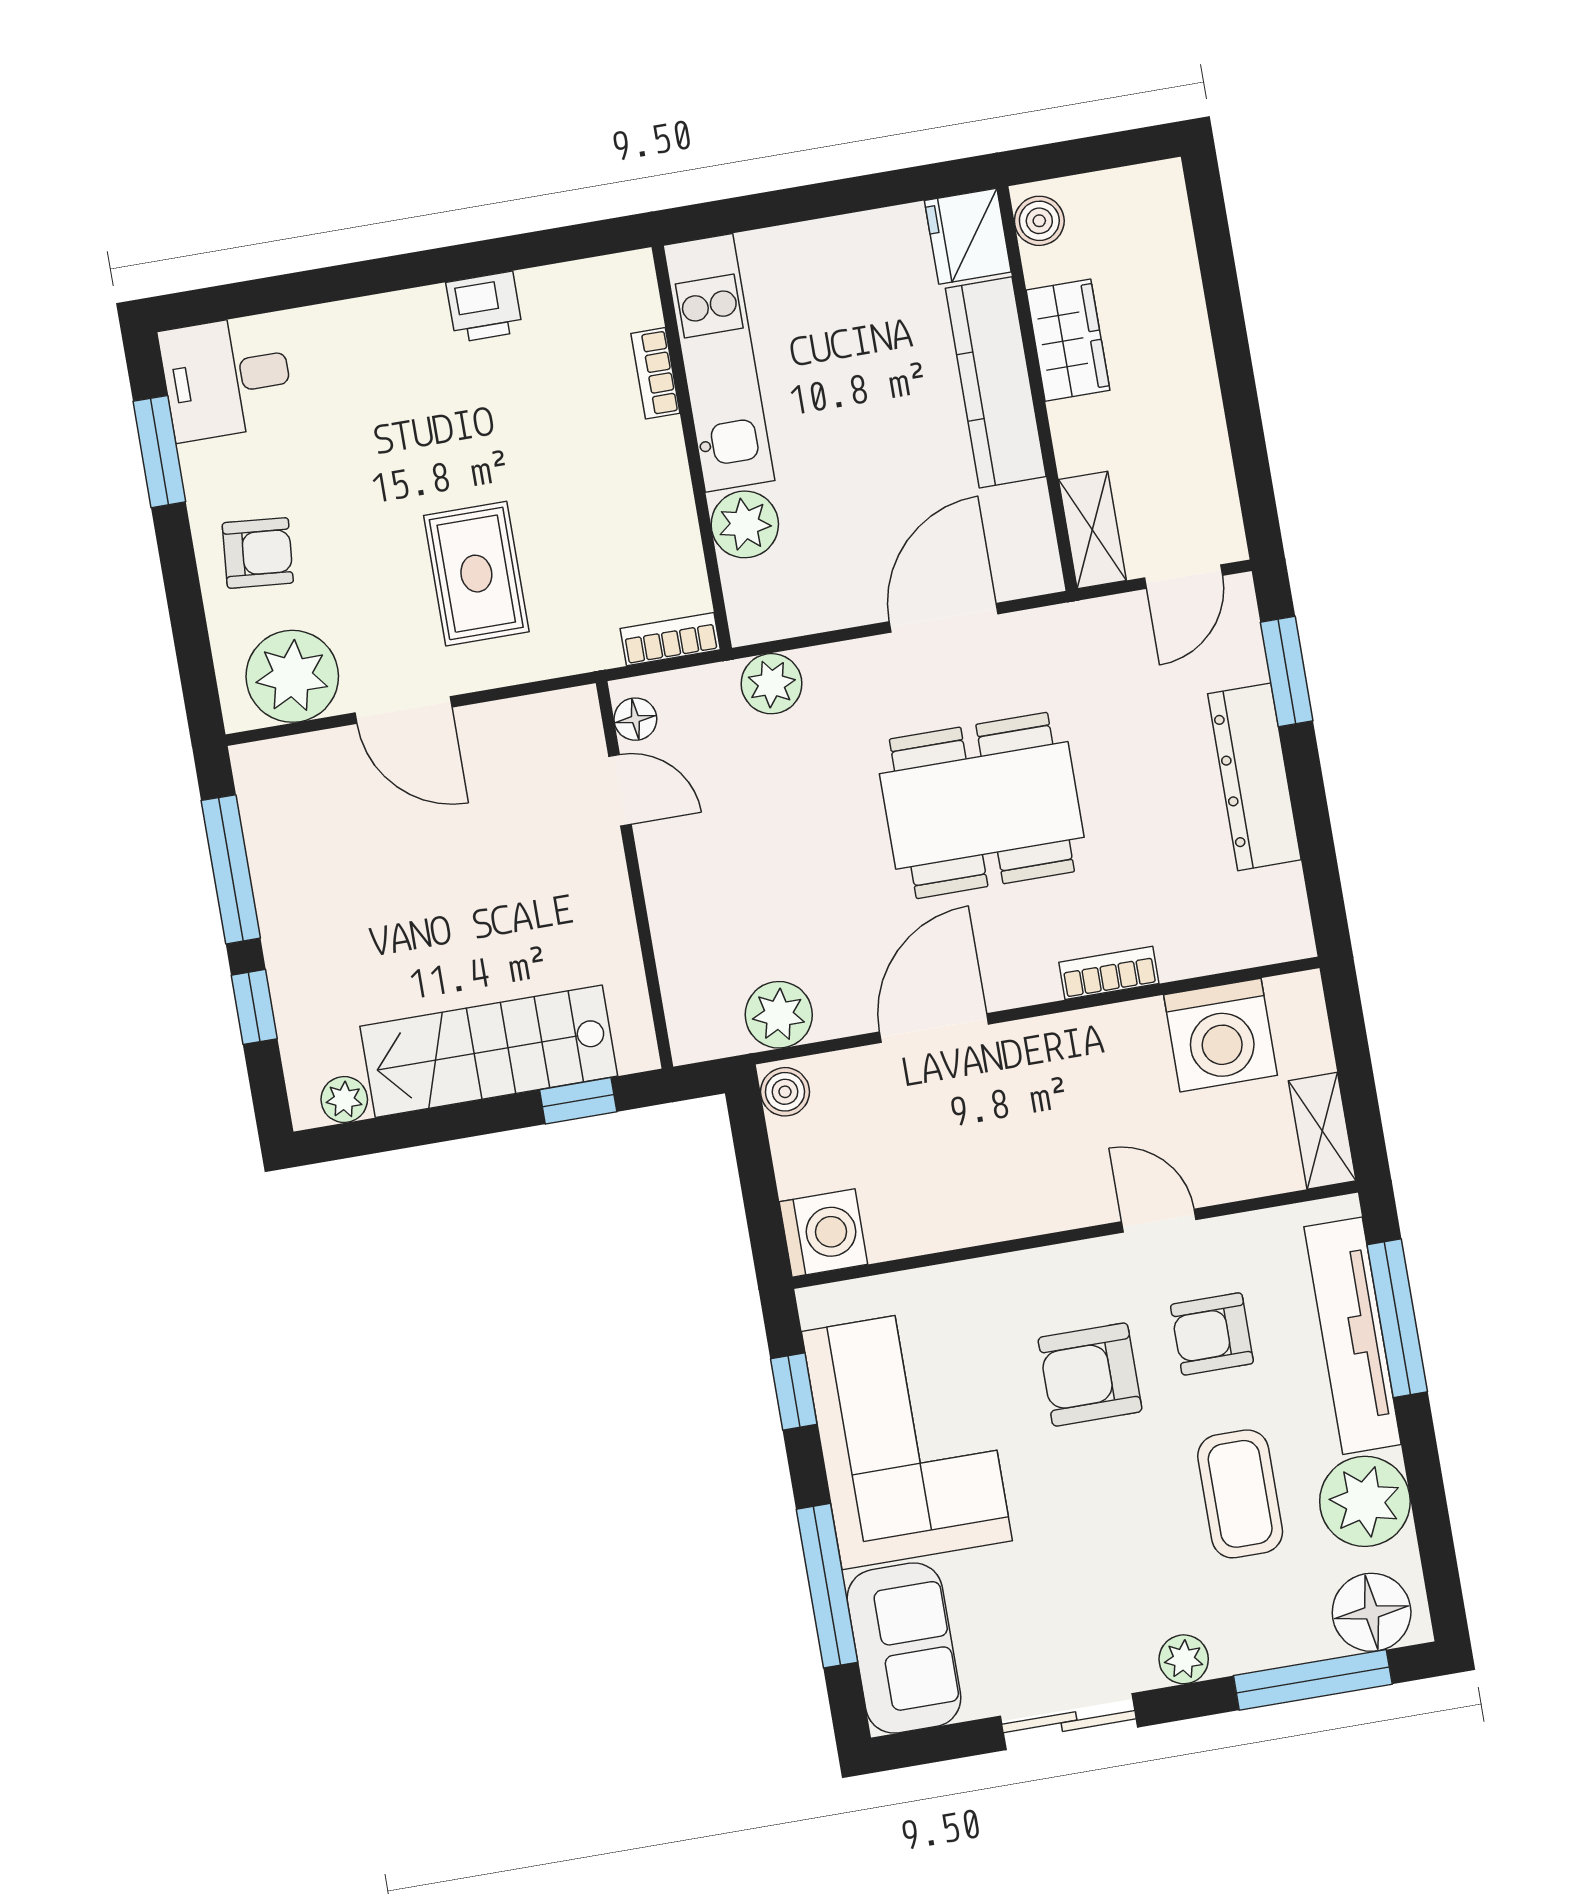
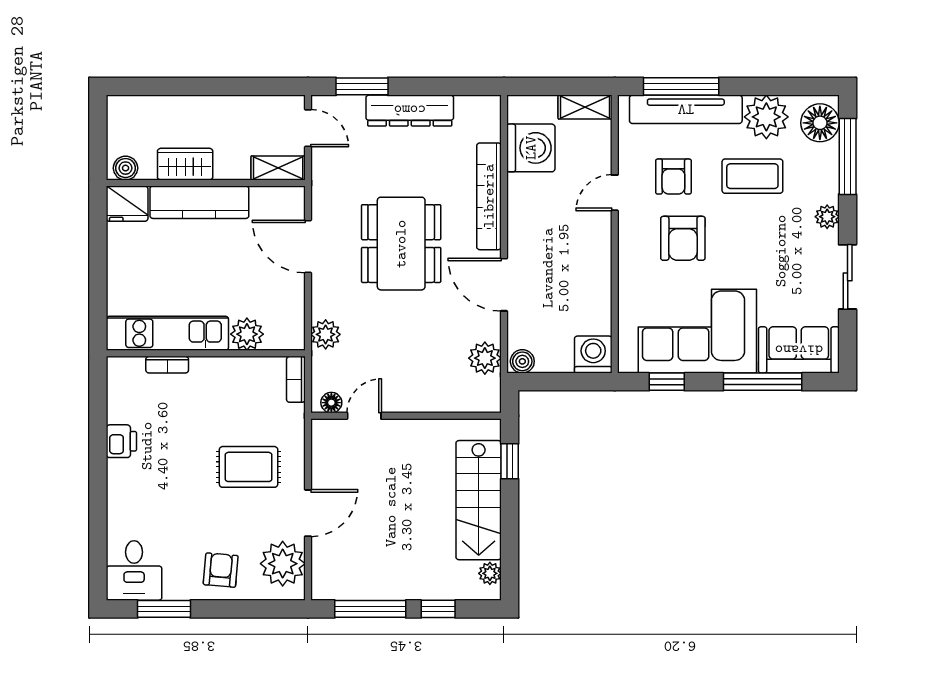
bookcase: (1109, 973) -> (489, 196), width x2.31, depth x1.31

